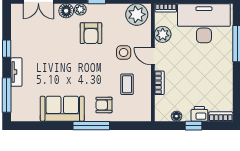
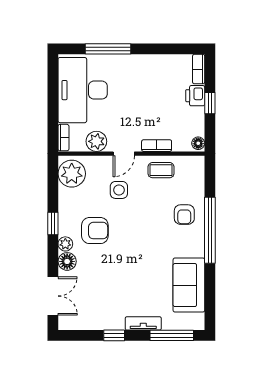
coffee table: (127, 84) -> (161, 170), moved
sofa: (62, 109) -> (189, 285), moved
floor lamp: (176, 116) -> (198, 143), moved
window: (91, 126) -> (210, 230), width x1.46

